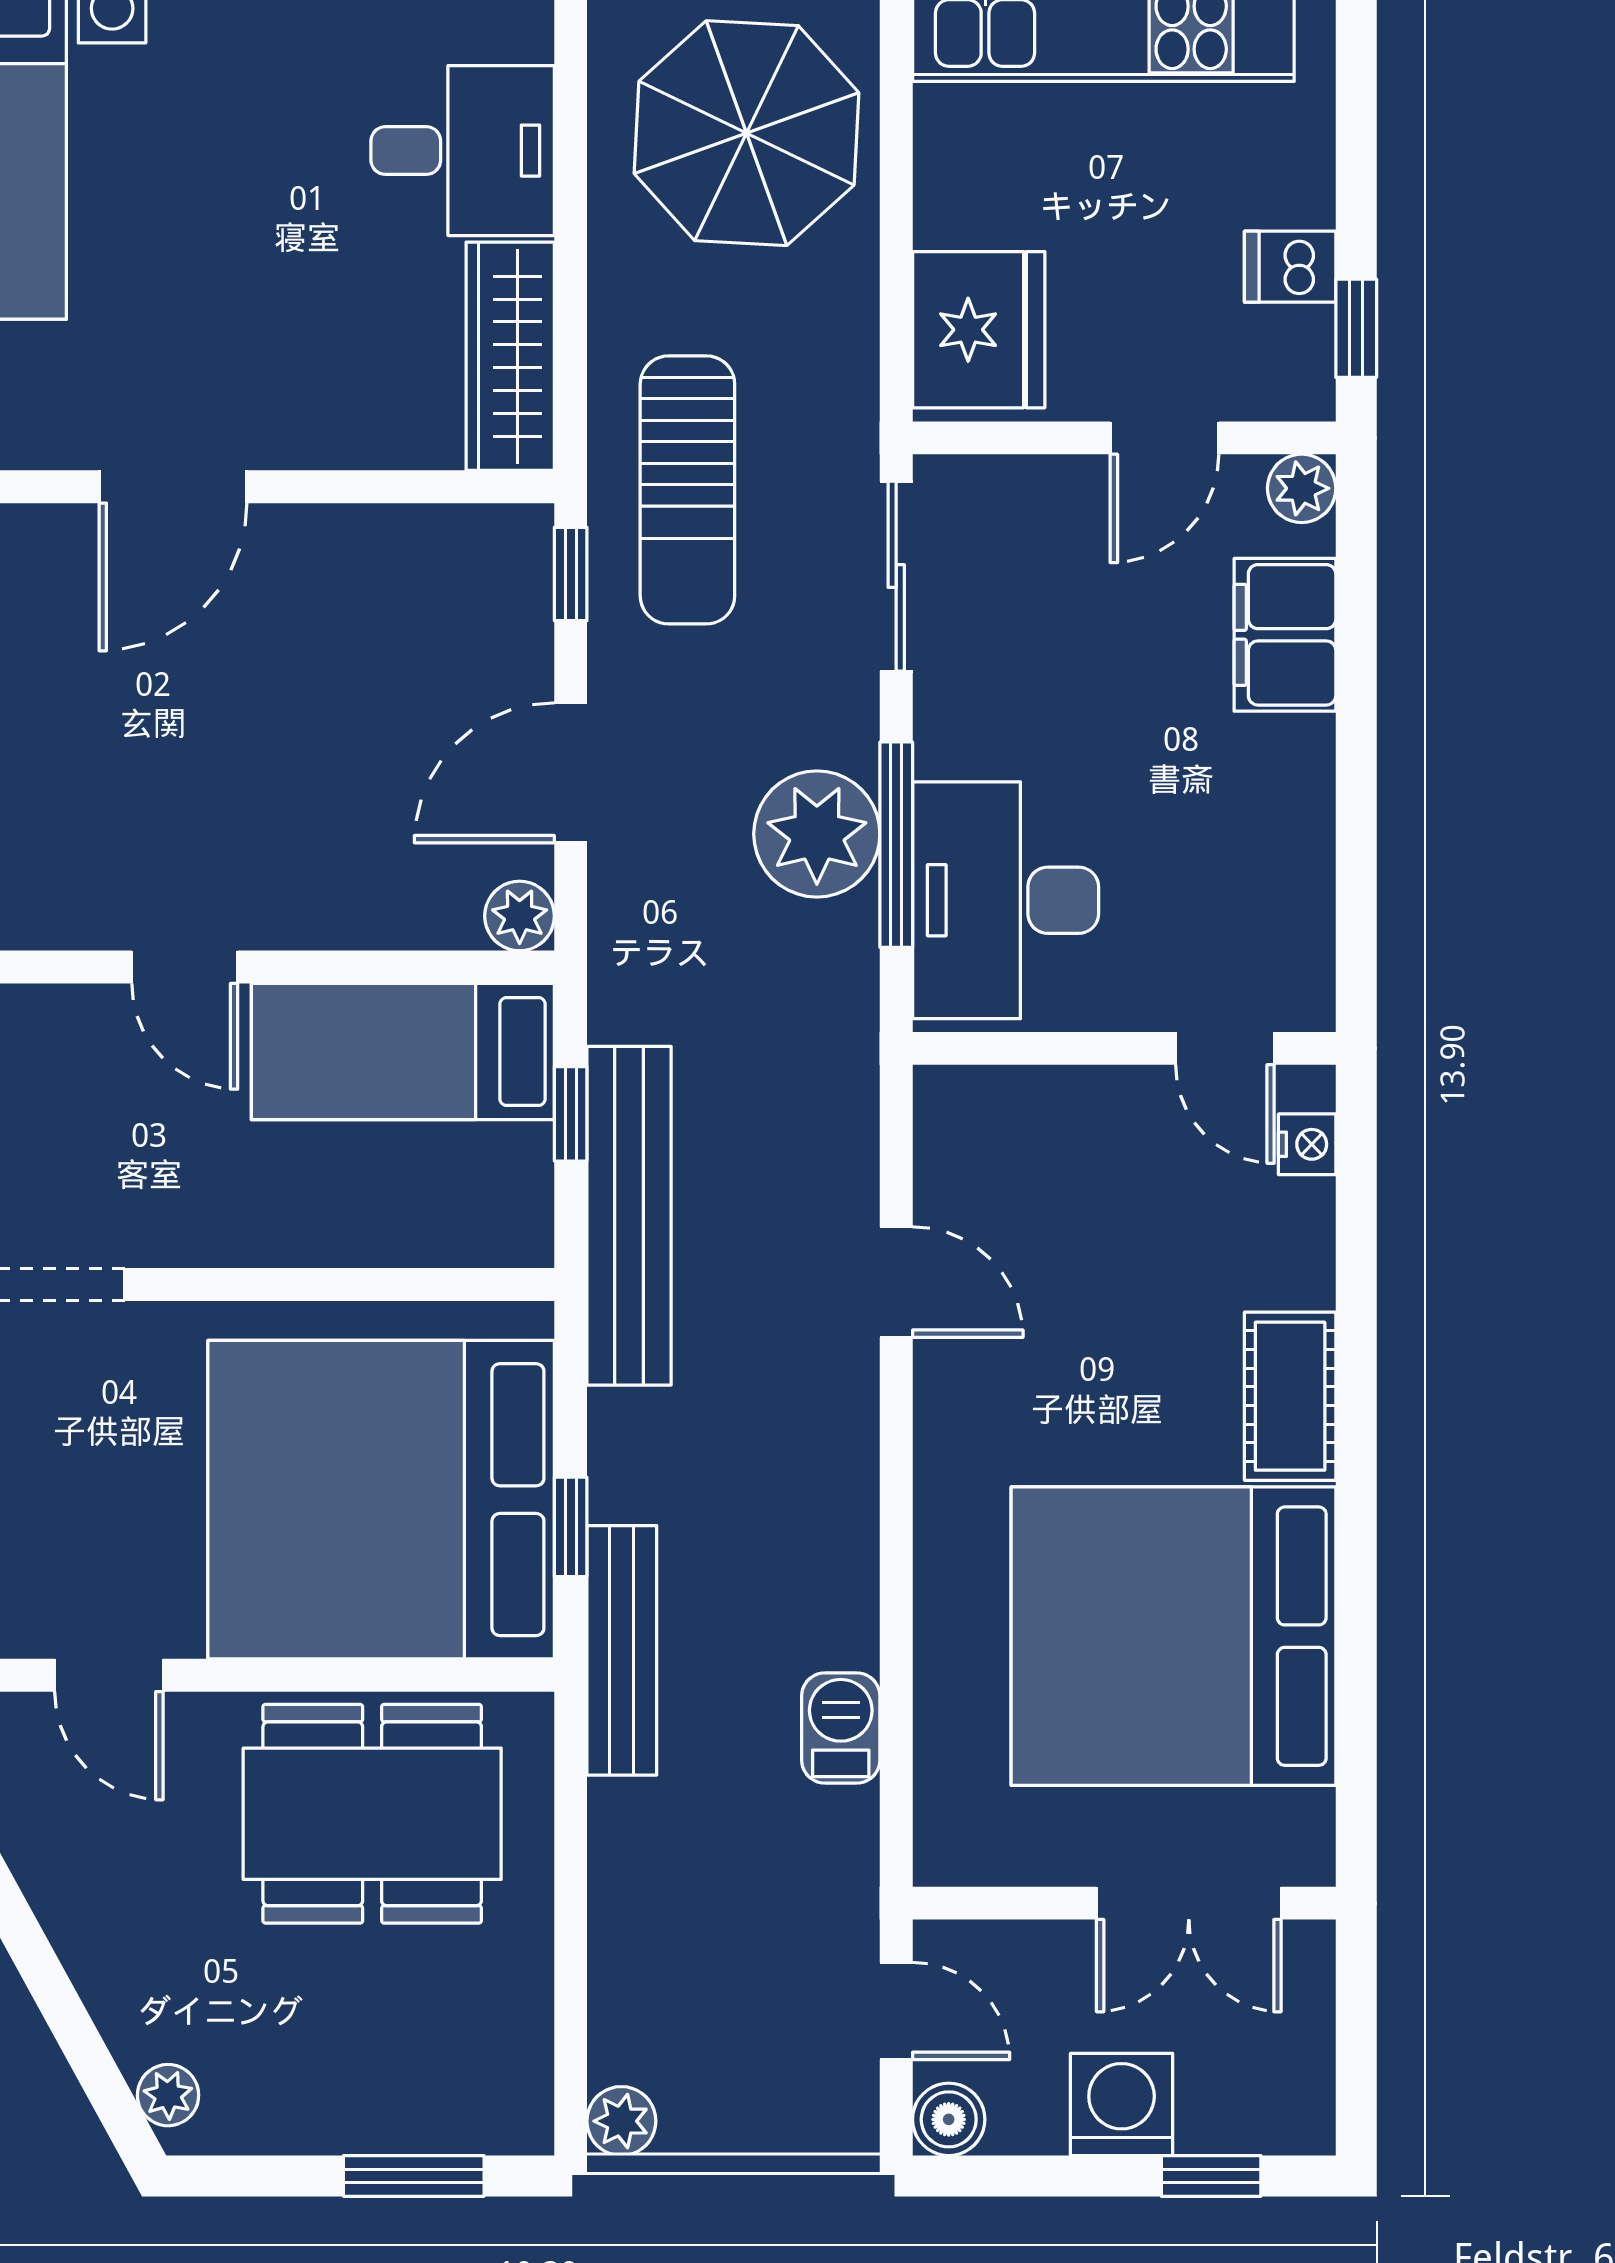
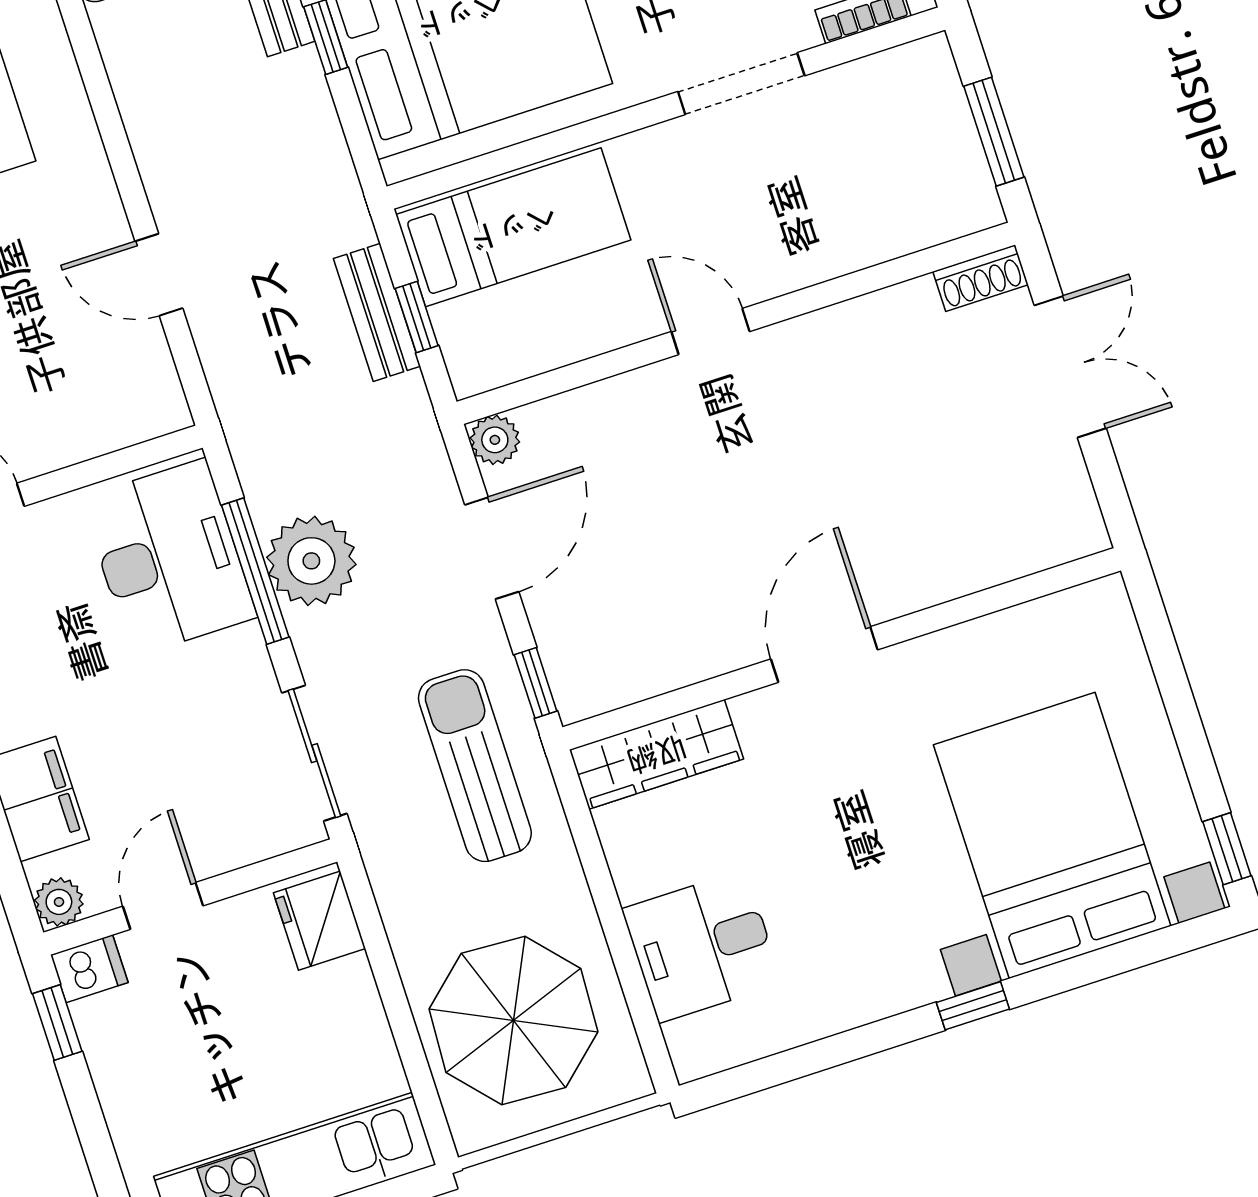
dishwasher: (1290, 267) -> (89, 969), moved
fridge: (979, 330) -> (320, 921), width x0.73, depth x0.75
wardrobe: (510, 356) -> (657, 754), moved, turned 90
bed: (403, 1052) -> (513, 227), moved
bench: (629, 1216) -> (377, 312), width x0.54, depth x0.82

